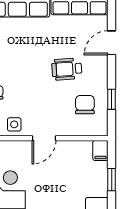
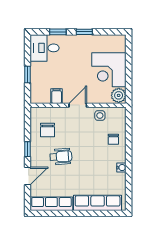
window: (112, 99) -> (28, 149), moved
filing cabinet: (100, 151) -> (57, 96), moved

